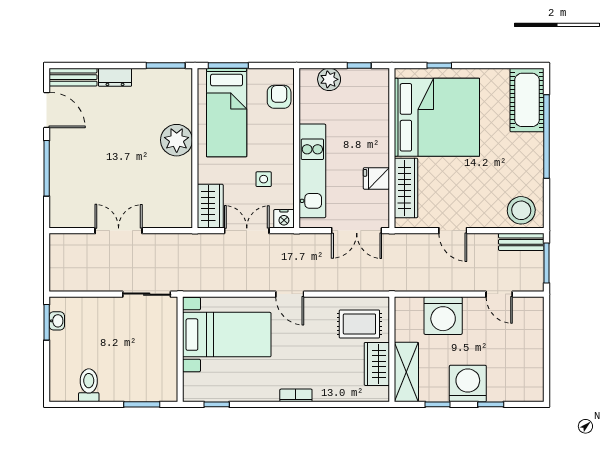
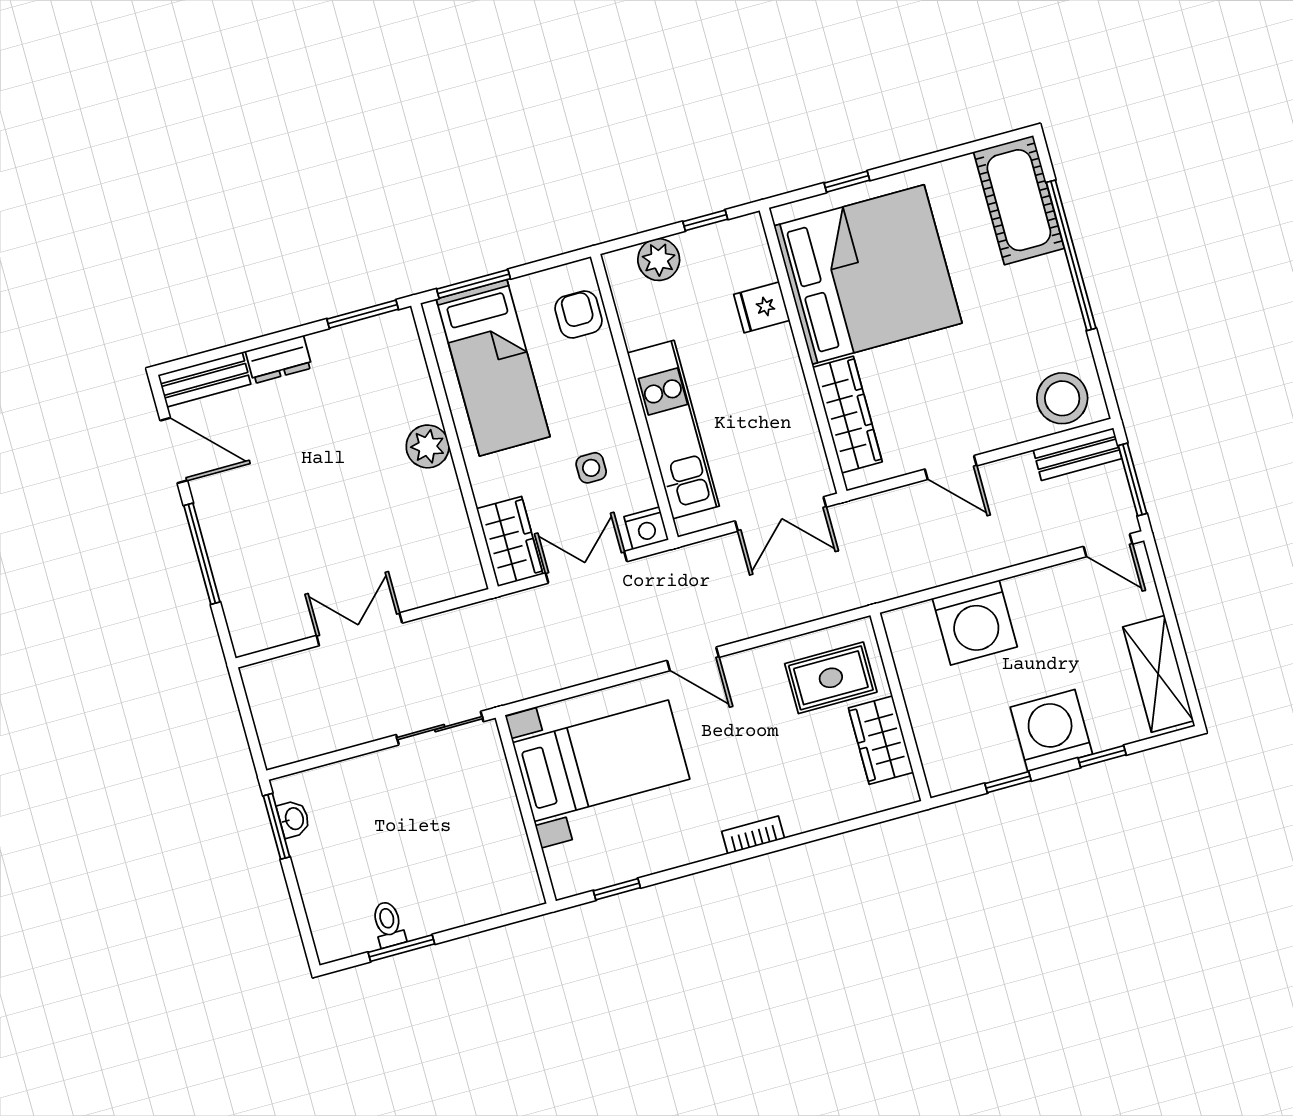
plant: (177, 140) -> (428, 446), width x0.73, depth x0.73
fridge: (376, 178) -> (762, 307), moved
door: (499, 294) -> (1108, 545), moved
shelving: (406, 372) -> (1158, 674), moved
toilet: (89, 385) -> (388, 924), width x0.73, depth x0.72
window: (142, 404) -> (401, 948), moved

